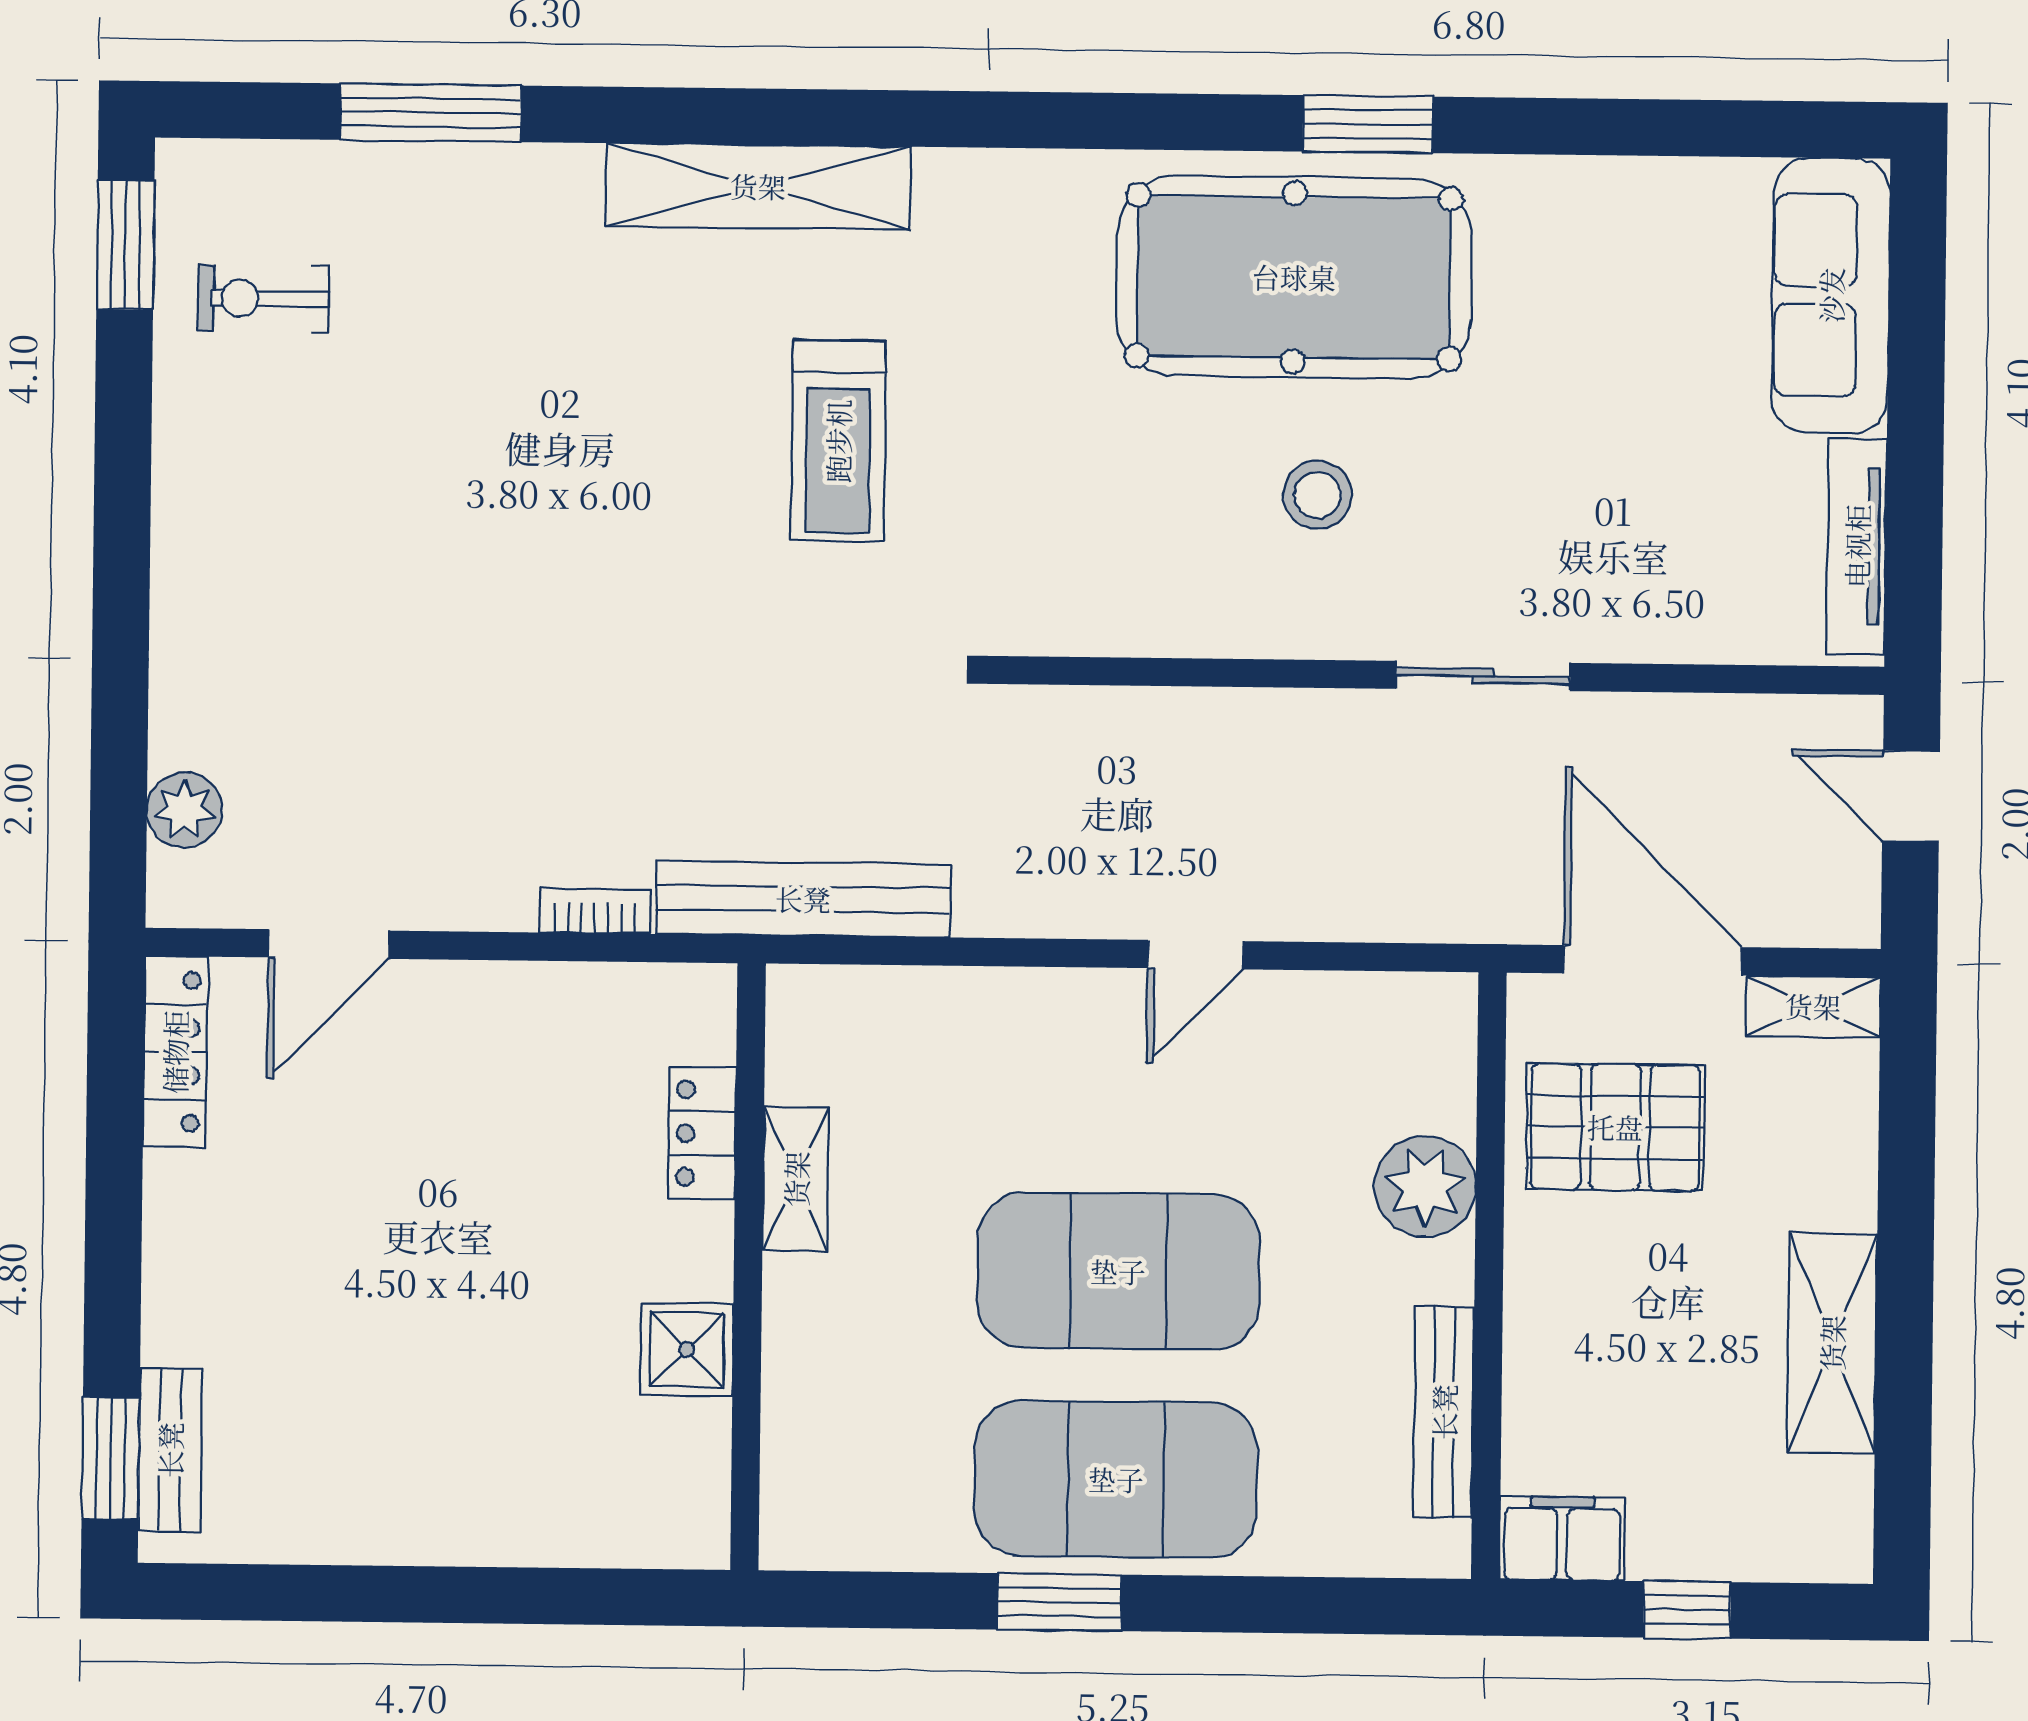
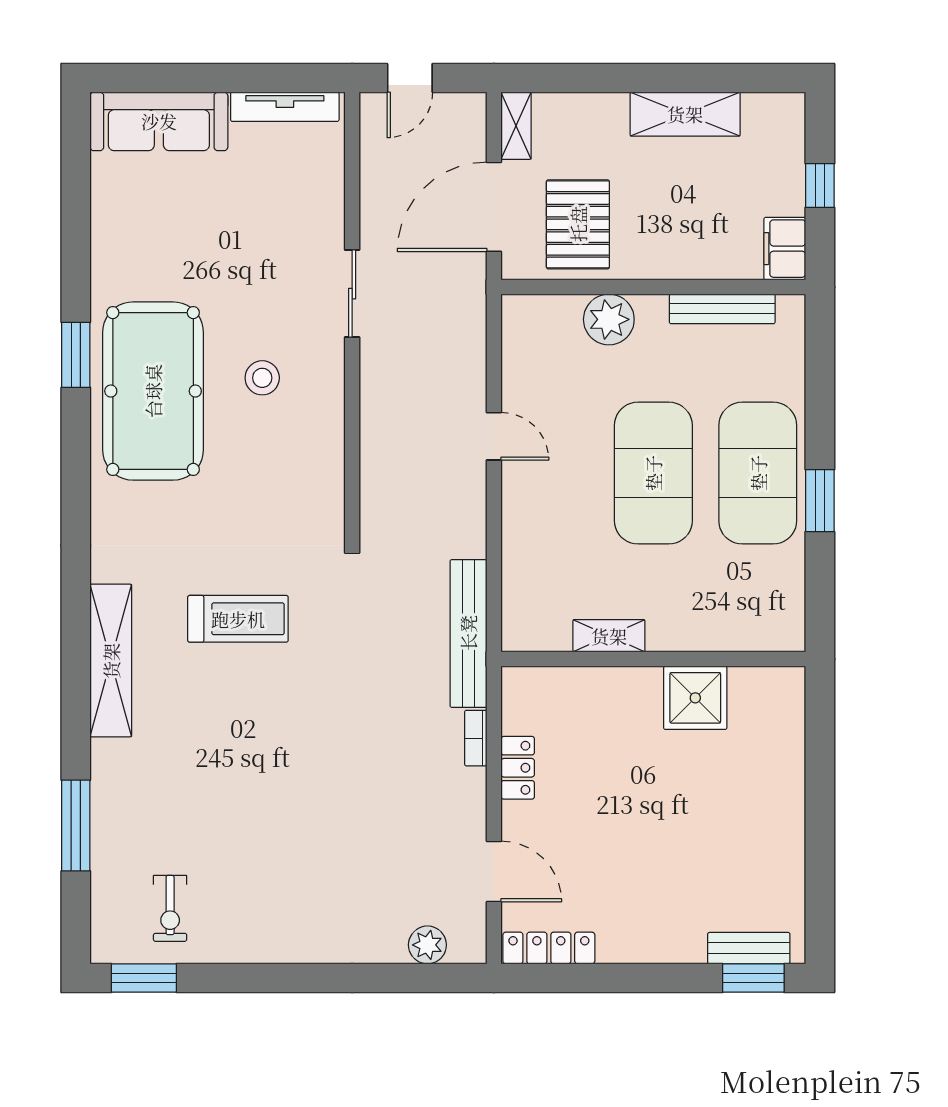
locker: (702, 1133) -> (518, 768), moved, turned -90
shower: (687, 1349) -> (695, 698), width x1.36, depth x1.36

